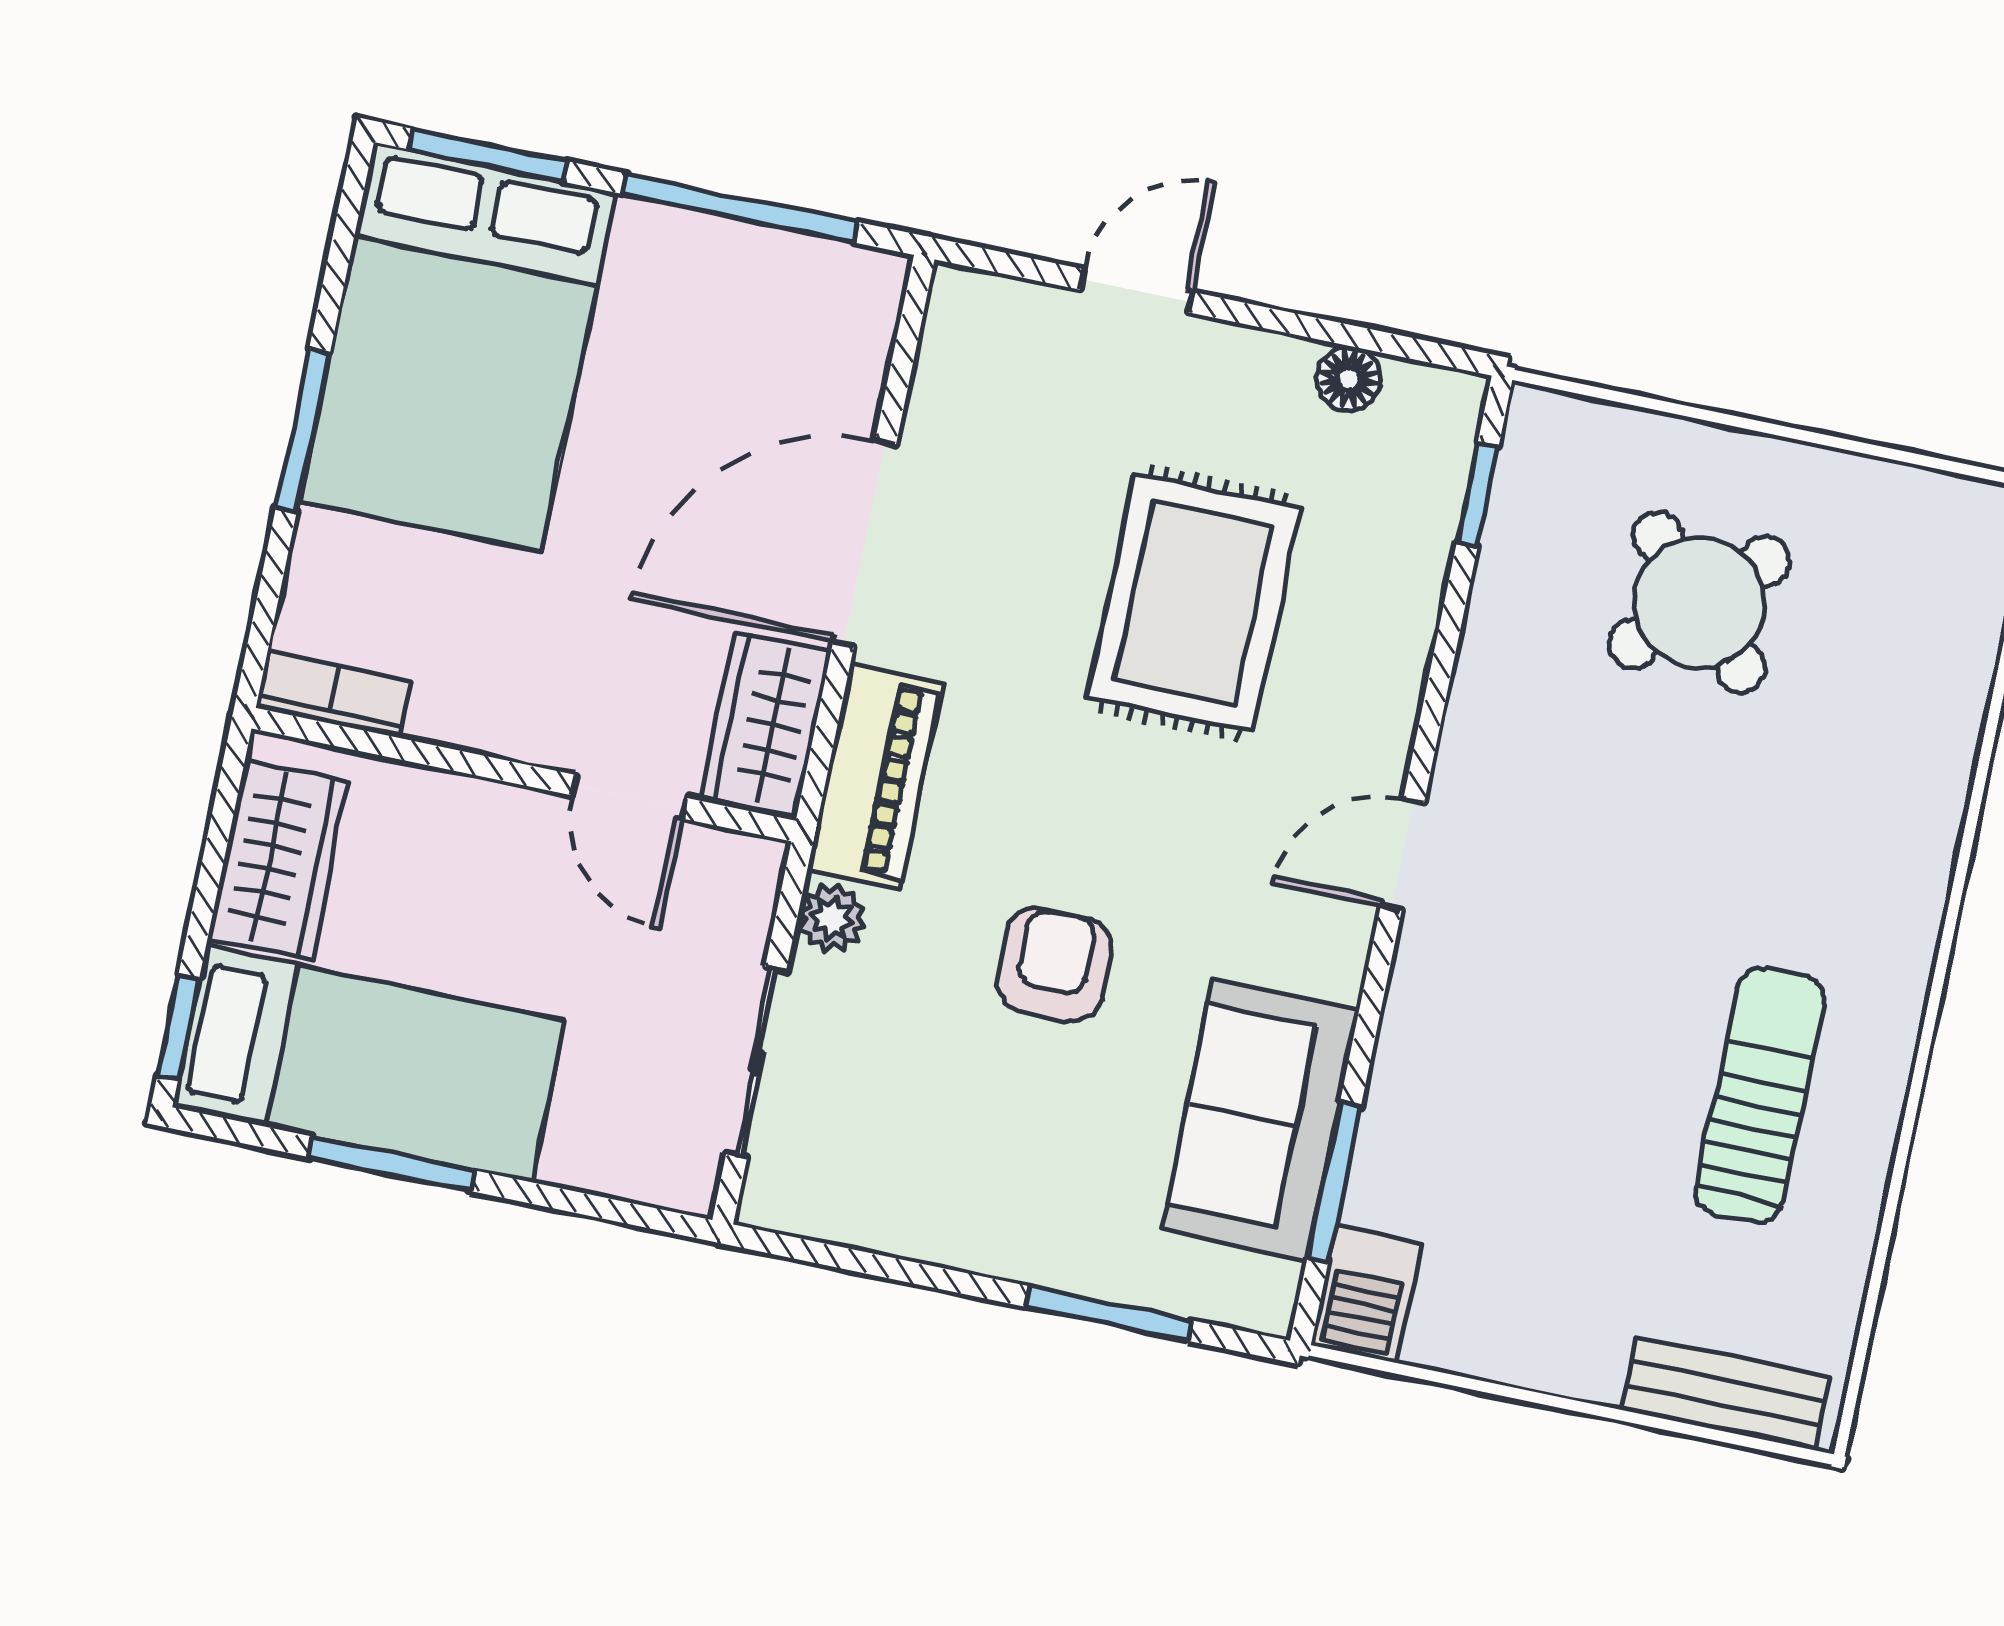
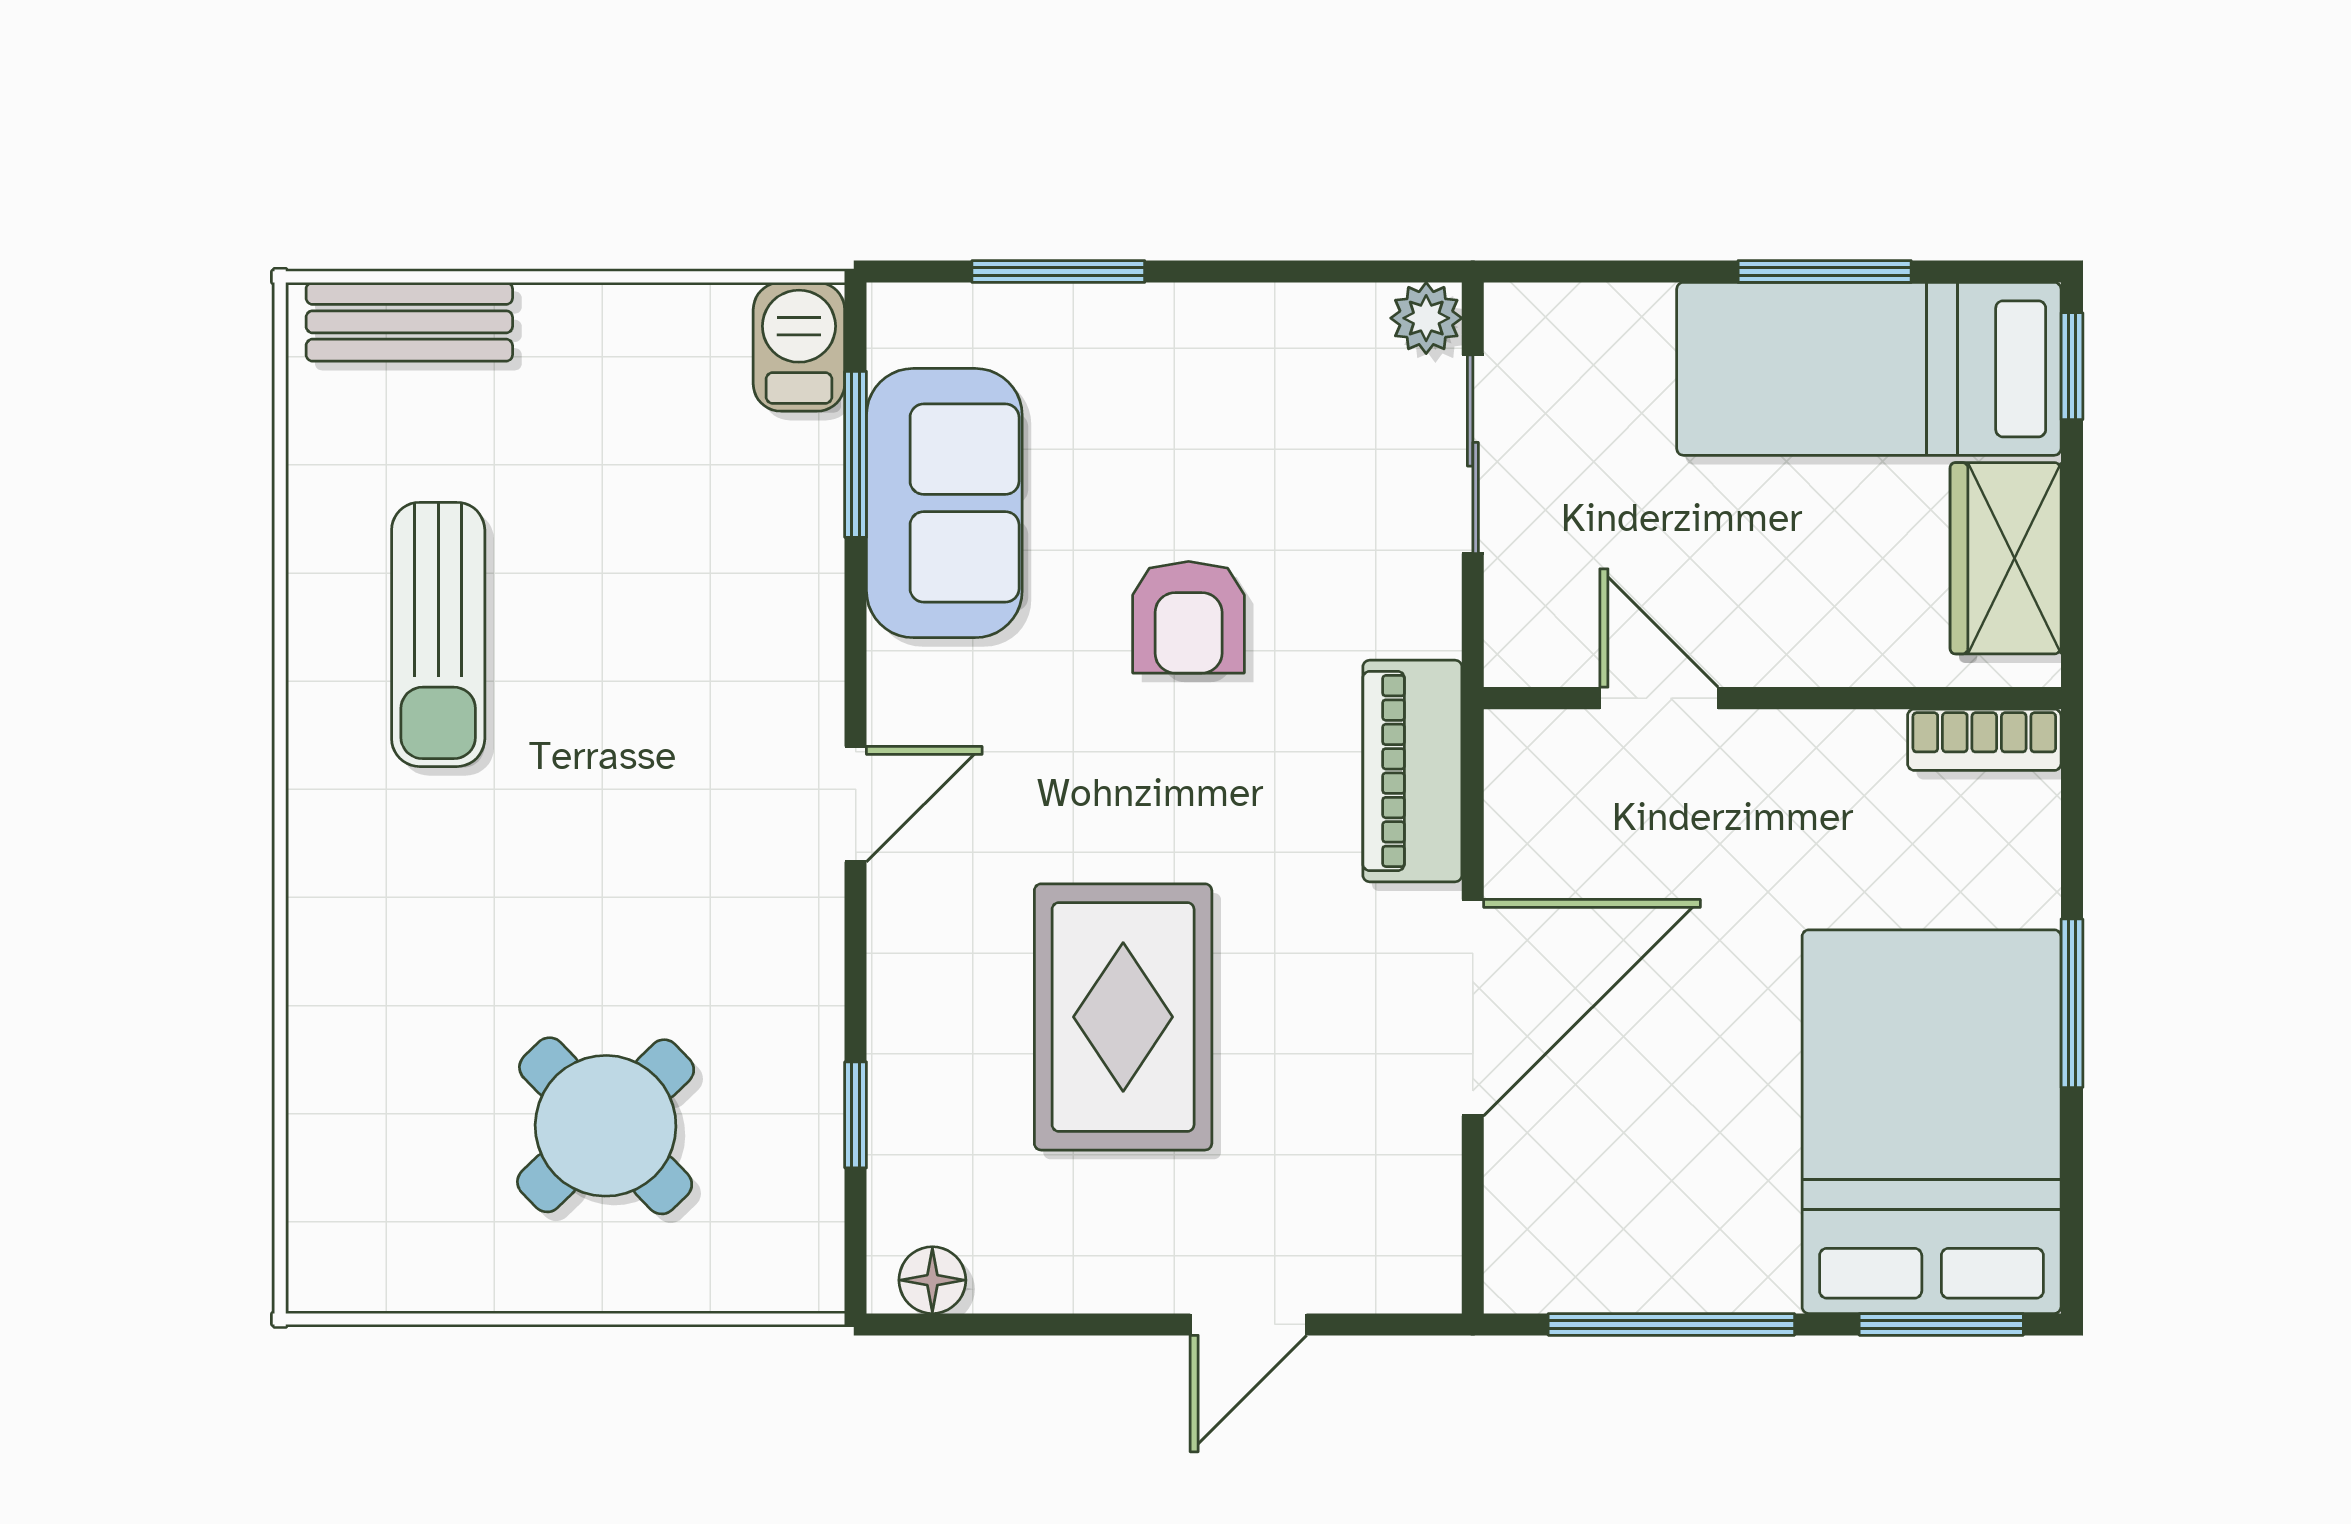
floor lamp: (1349, 378) -> (932, 1280), moved
window: (1478, 494) -> (856, 1115), moved
wardrobe: (766, 724) -> (1535, 802), removed
plant: (832, 918) -> (1426, 318), moved

